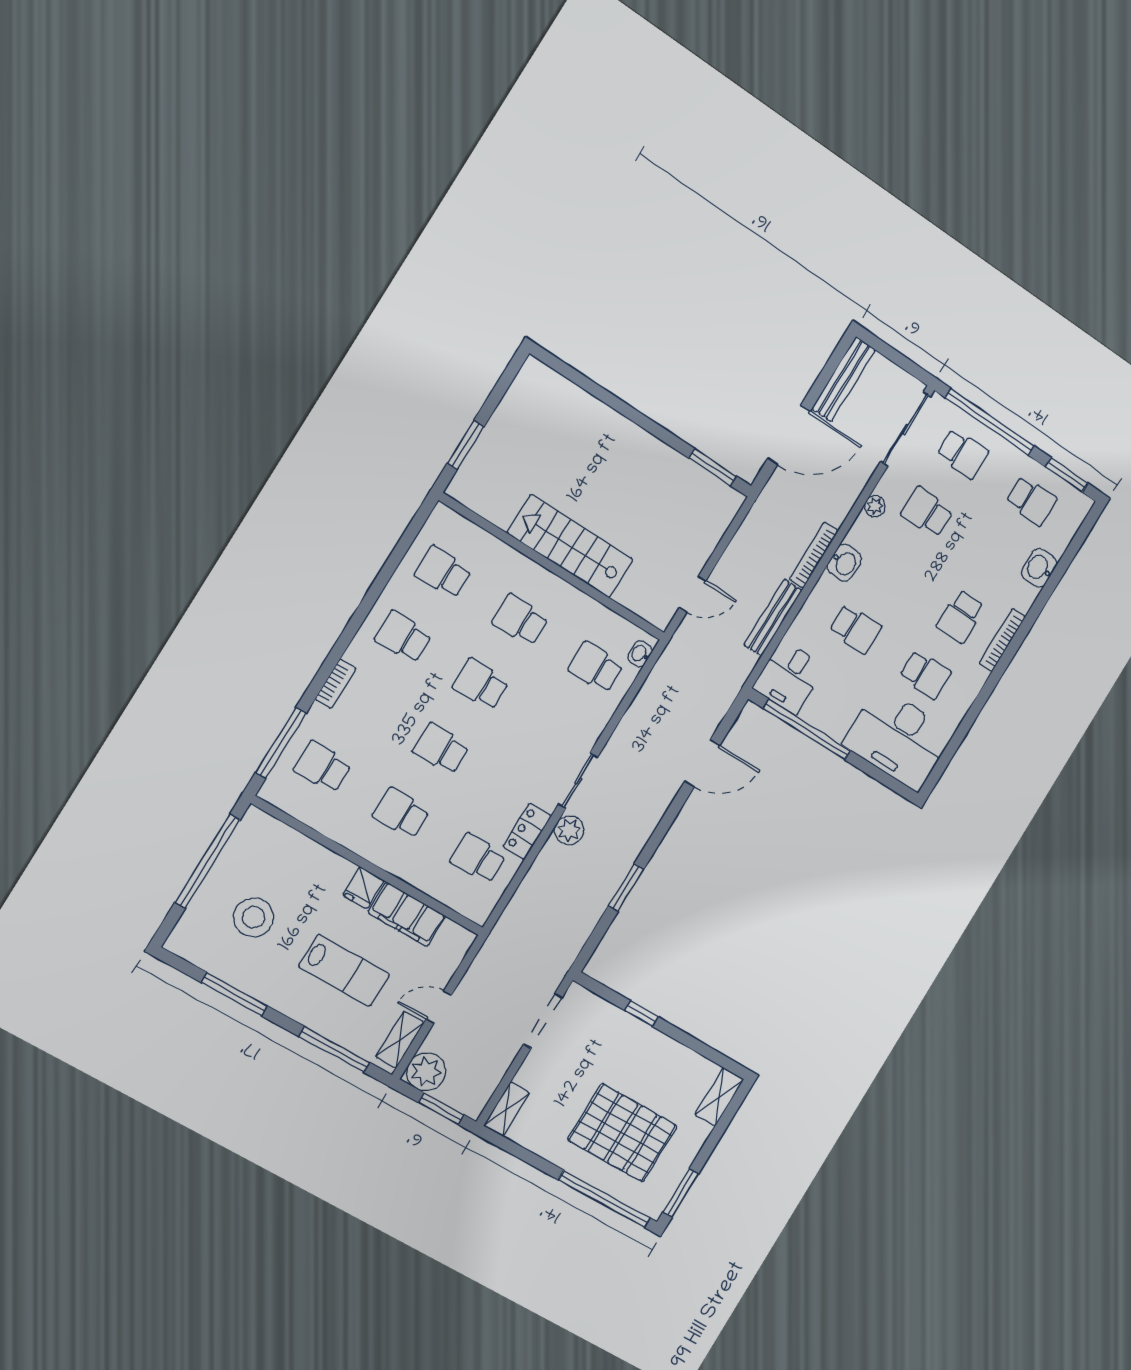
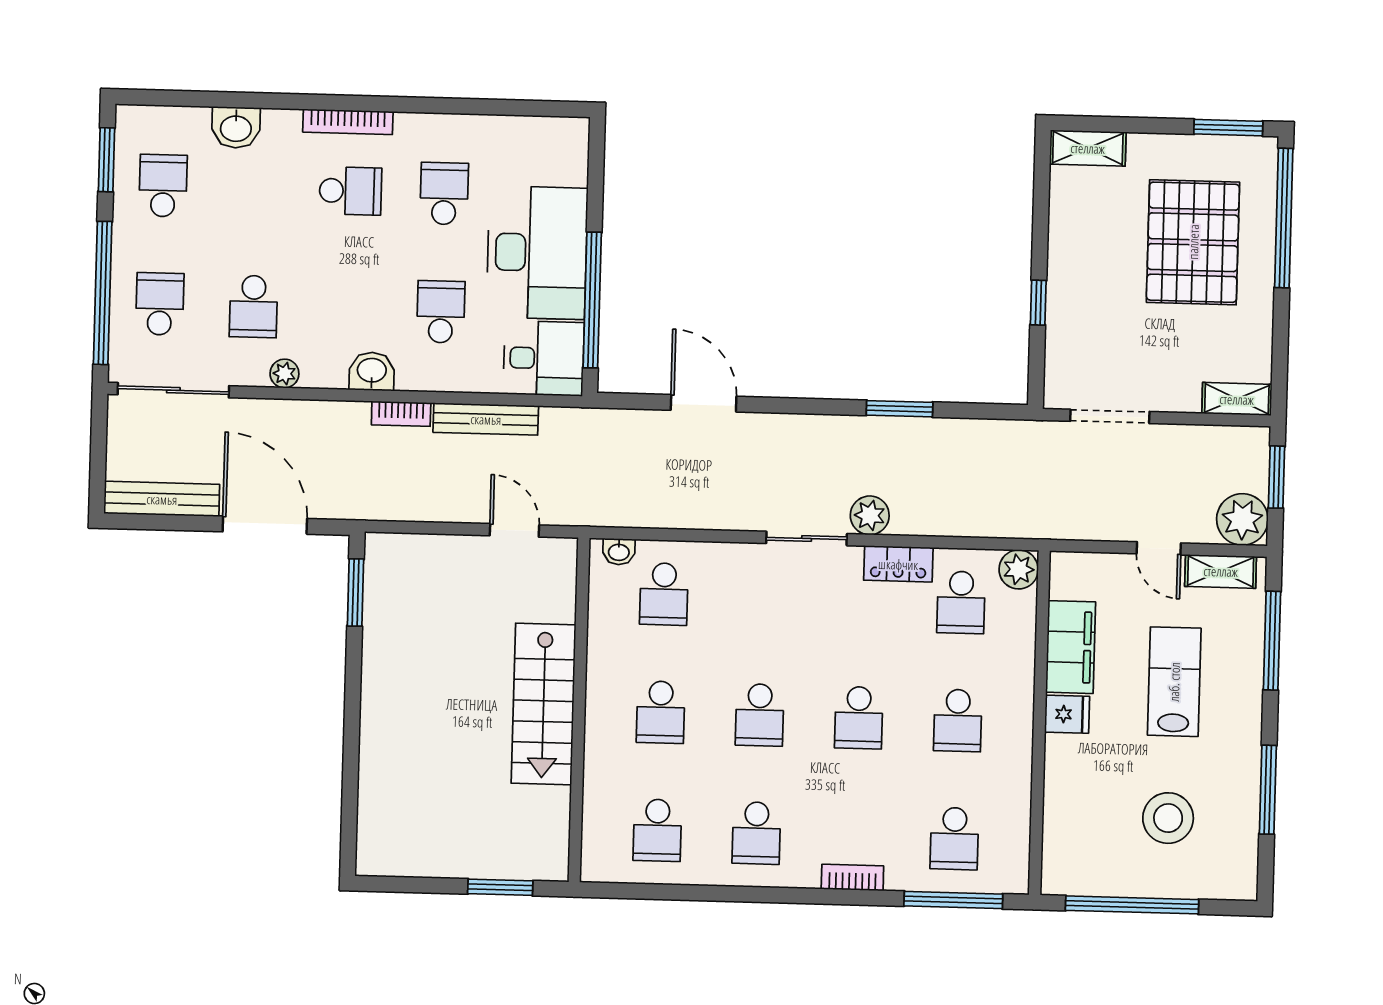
bookcase: (814, 555) -> (401, 414), width x0.64
desk: (898, 739) -> (537, 253), moved
plant: (478, 908) -> (1019, 569), added

